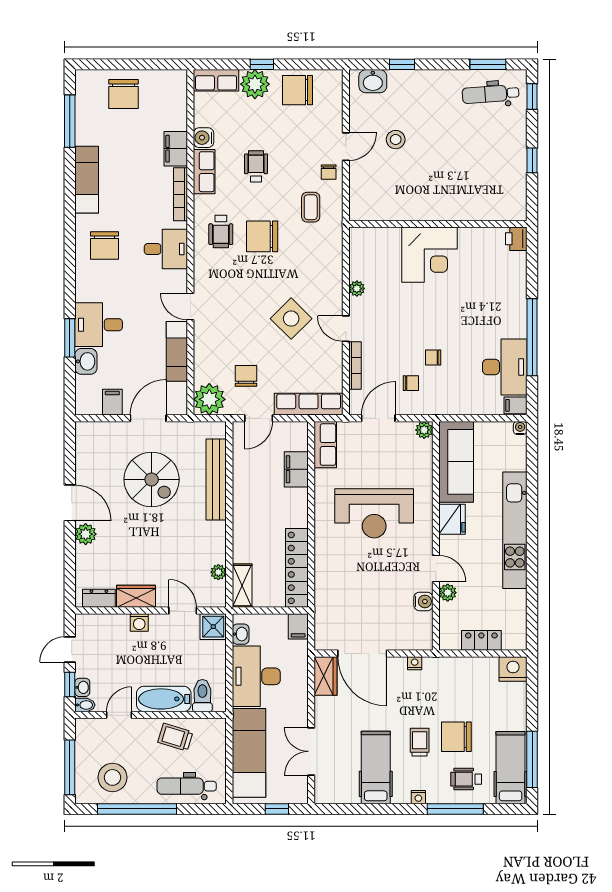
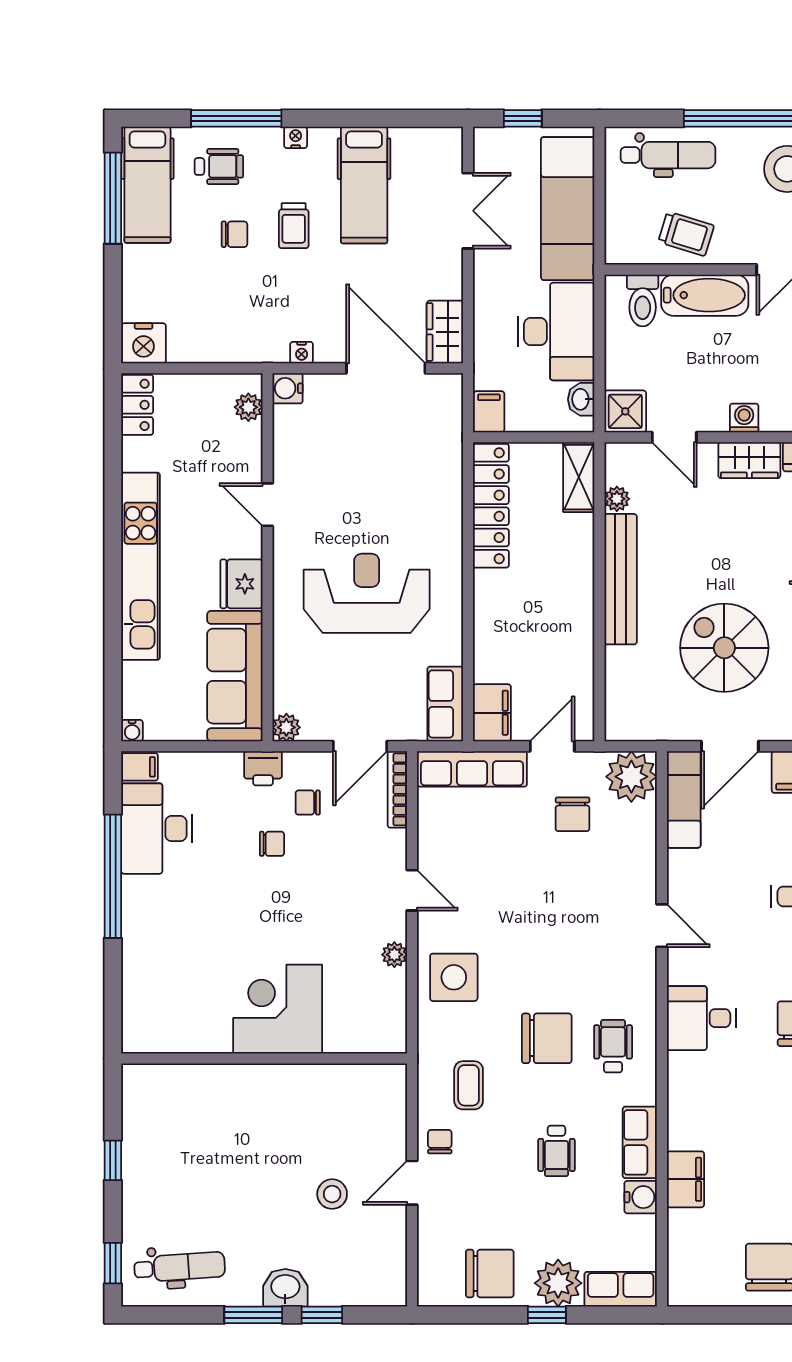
window: (488, 64) -> (253, 1315), moved
washbasin: (373, 81) -> (285, 1288), moved
bookcase: (181, 194) -> (678, 1106), removed
printer: (516, 239) -> (263, 768), moved, turned 90
side table: (291, 319) -> (454, 977), moved, turned 45
exam couch: (177, 351) -> (684, 799), moved
bookcase: (355, 366) -> (397, 789), moved
filing cabinet: (296, 469) -> (492, 713), moved
bench: (216, 480) -> (621, 579), moved
plant: (448, 593) -> (248, 407), moved
water cooler: (423, 601) -> (288, 388), moved
locker: (481, 640) -> (137, 405), moved, turned -90
chair: (456, 737) -> (234, 234), width x0.54, depth x0.54

